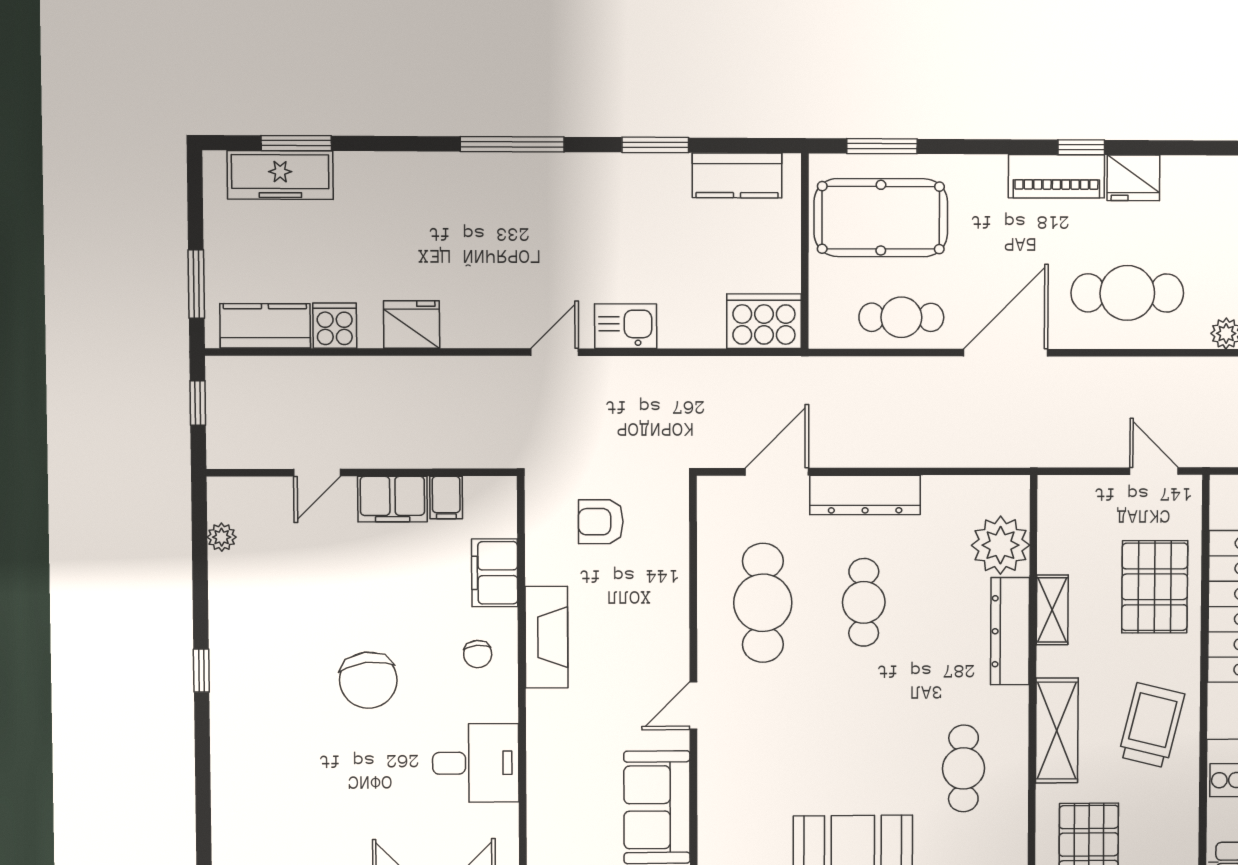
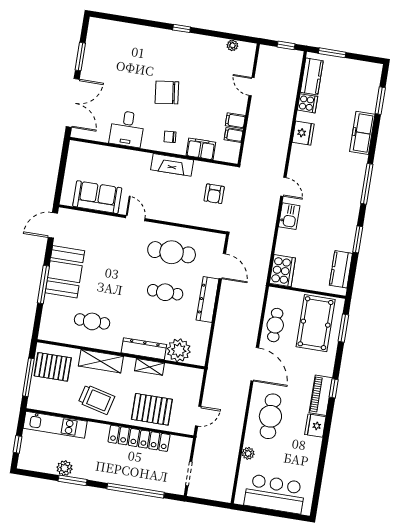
window: (1081, 147) -> (334, 388), moved
freezer: (280, 175) -> (362, 133), moved
filing cabinet: (392, 499) -> (235, 121), width x0.50
armchair: (601, 522) -> (214, 194), turned 180

